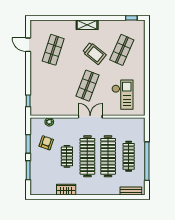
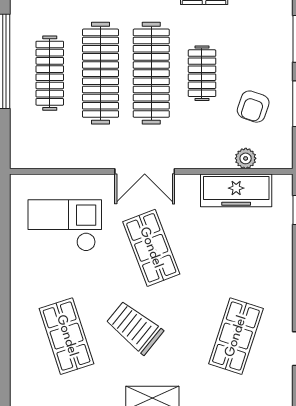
shop shelf: (122, 50) -> (67, 336), turned -42
shop shelf: (87, 86) -> (151, 248), turned -42
checkout: (123, 95) -> (65, 225), turned 90
freezer: (53, 109) -> (236, 190), added

